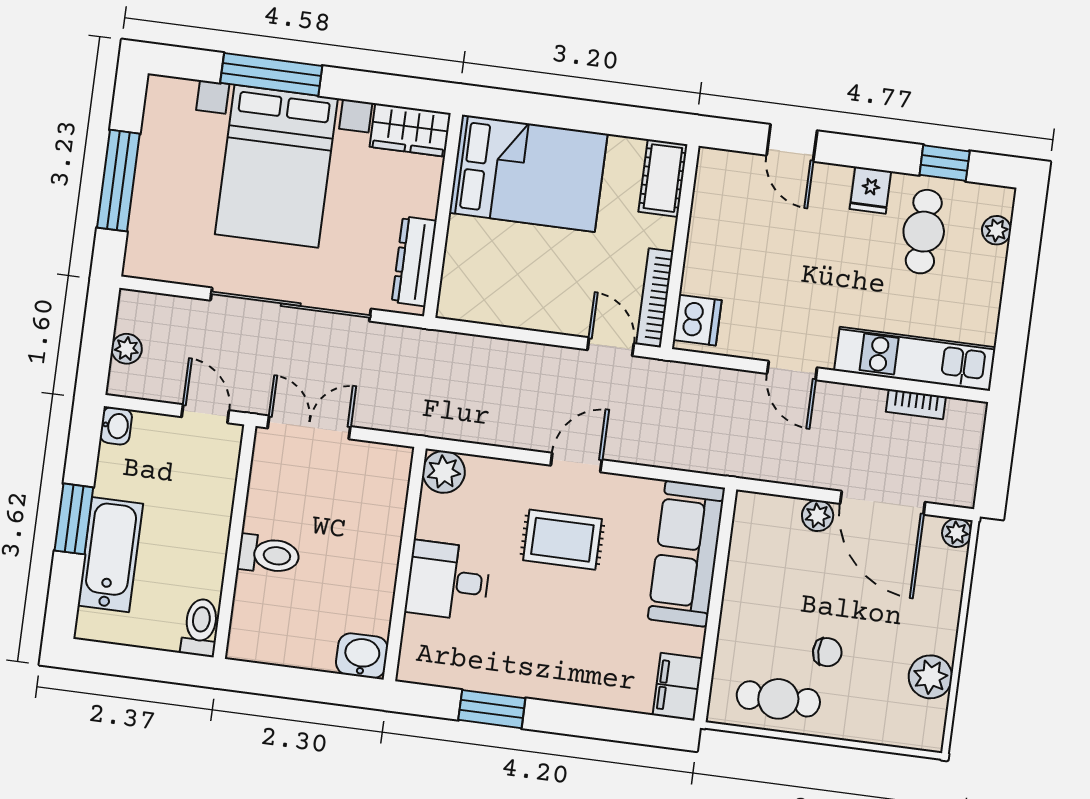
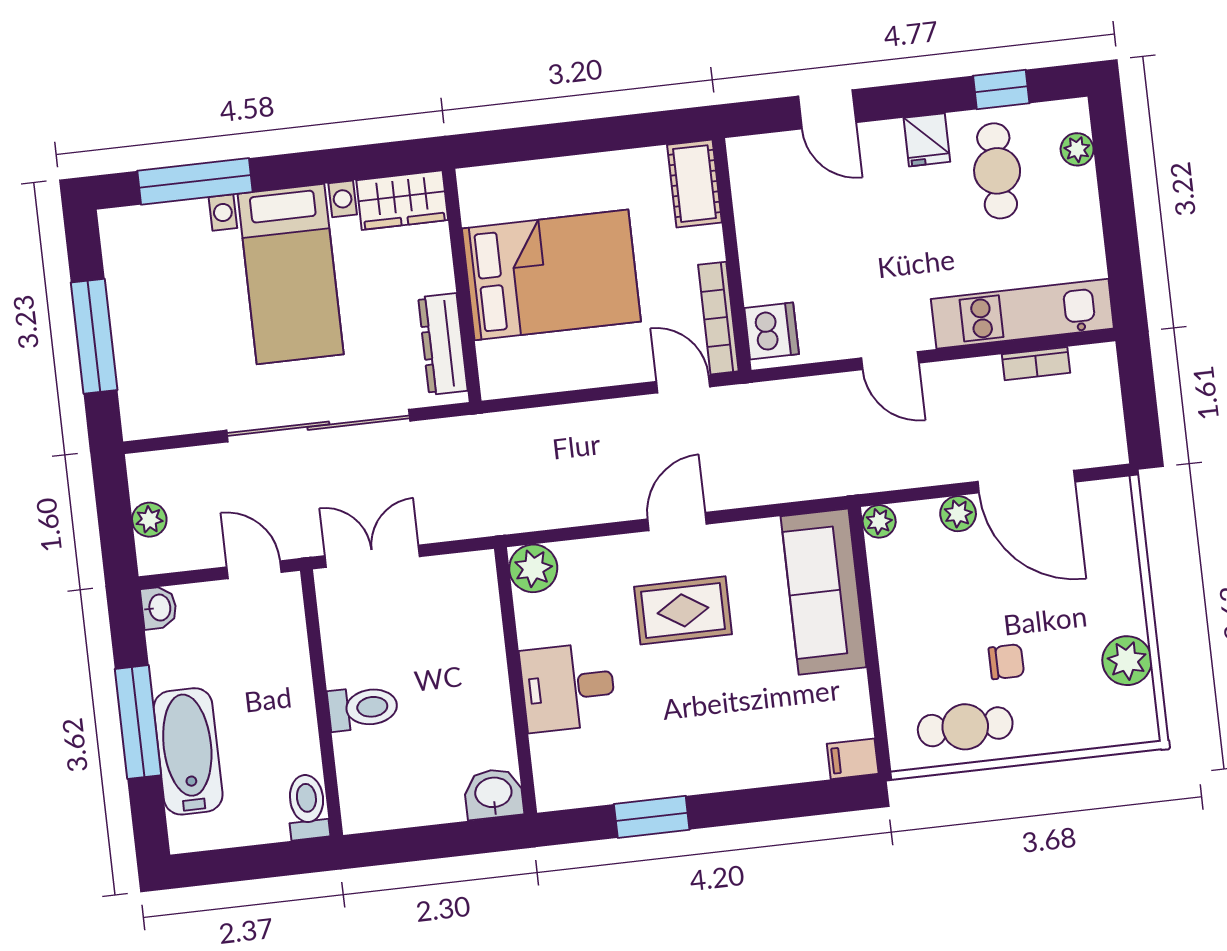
window: (271, 74) -> (195, 181), moved
bed with nightstands: (276, 166) -> (291, 274), width x0.73
bed: (528, 173) -> (551, 275), moved
window: (74, 519) -> (138, 722), width x1.44
plant: (957, 533) -> (879, 521), moved
filing cabinet: (678, 687) -> (853, 759), width x0.50

